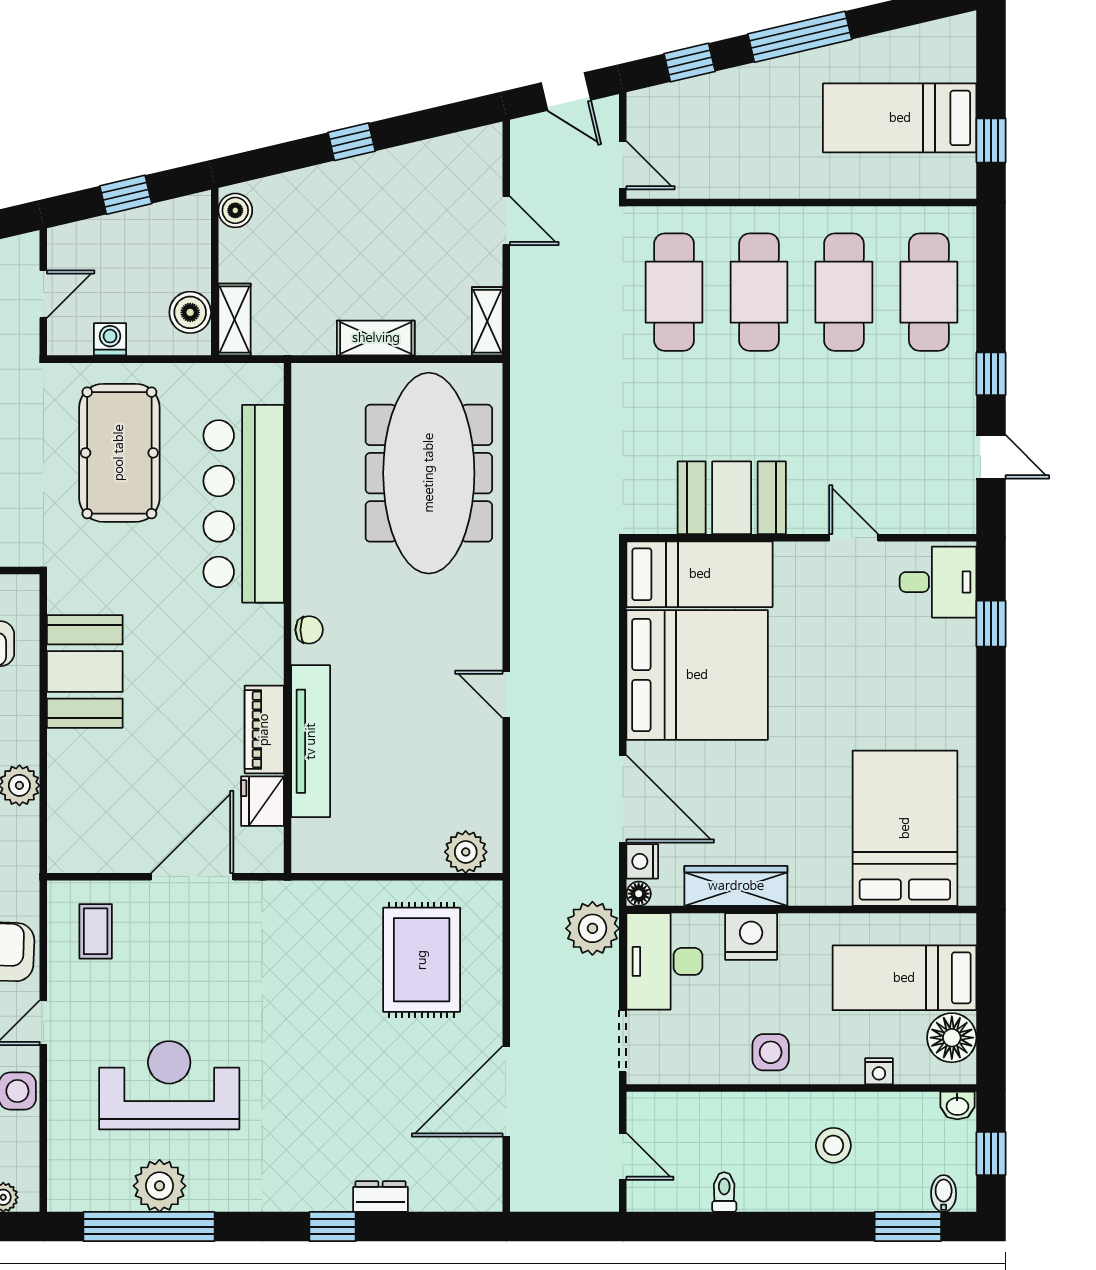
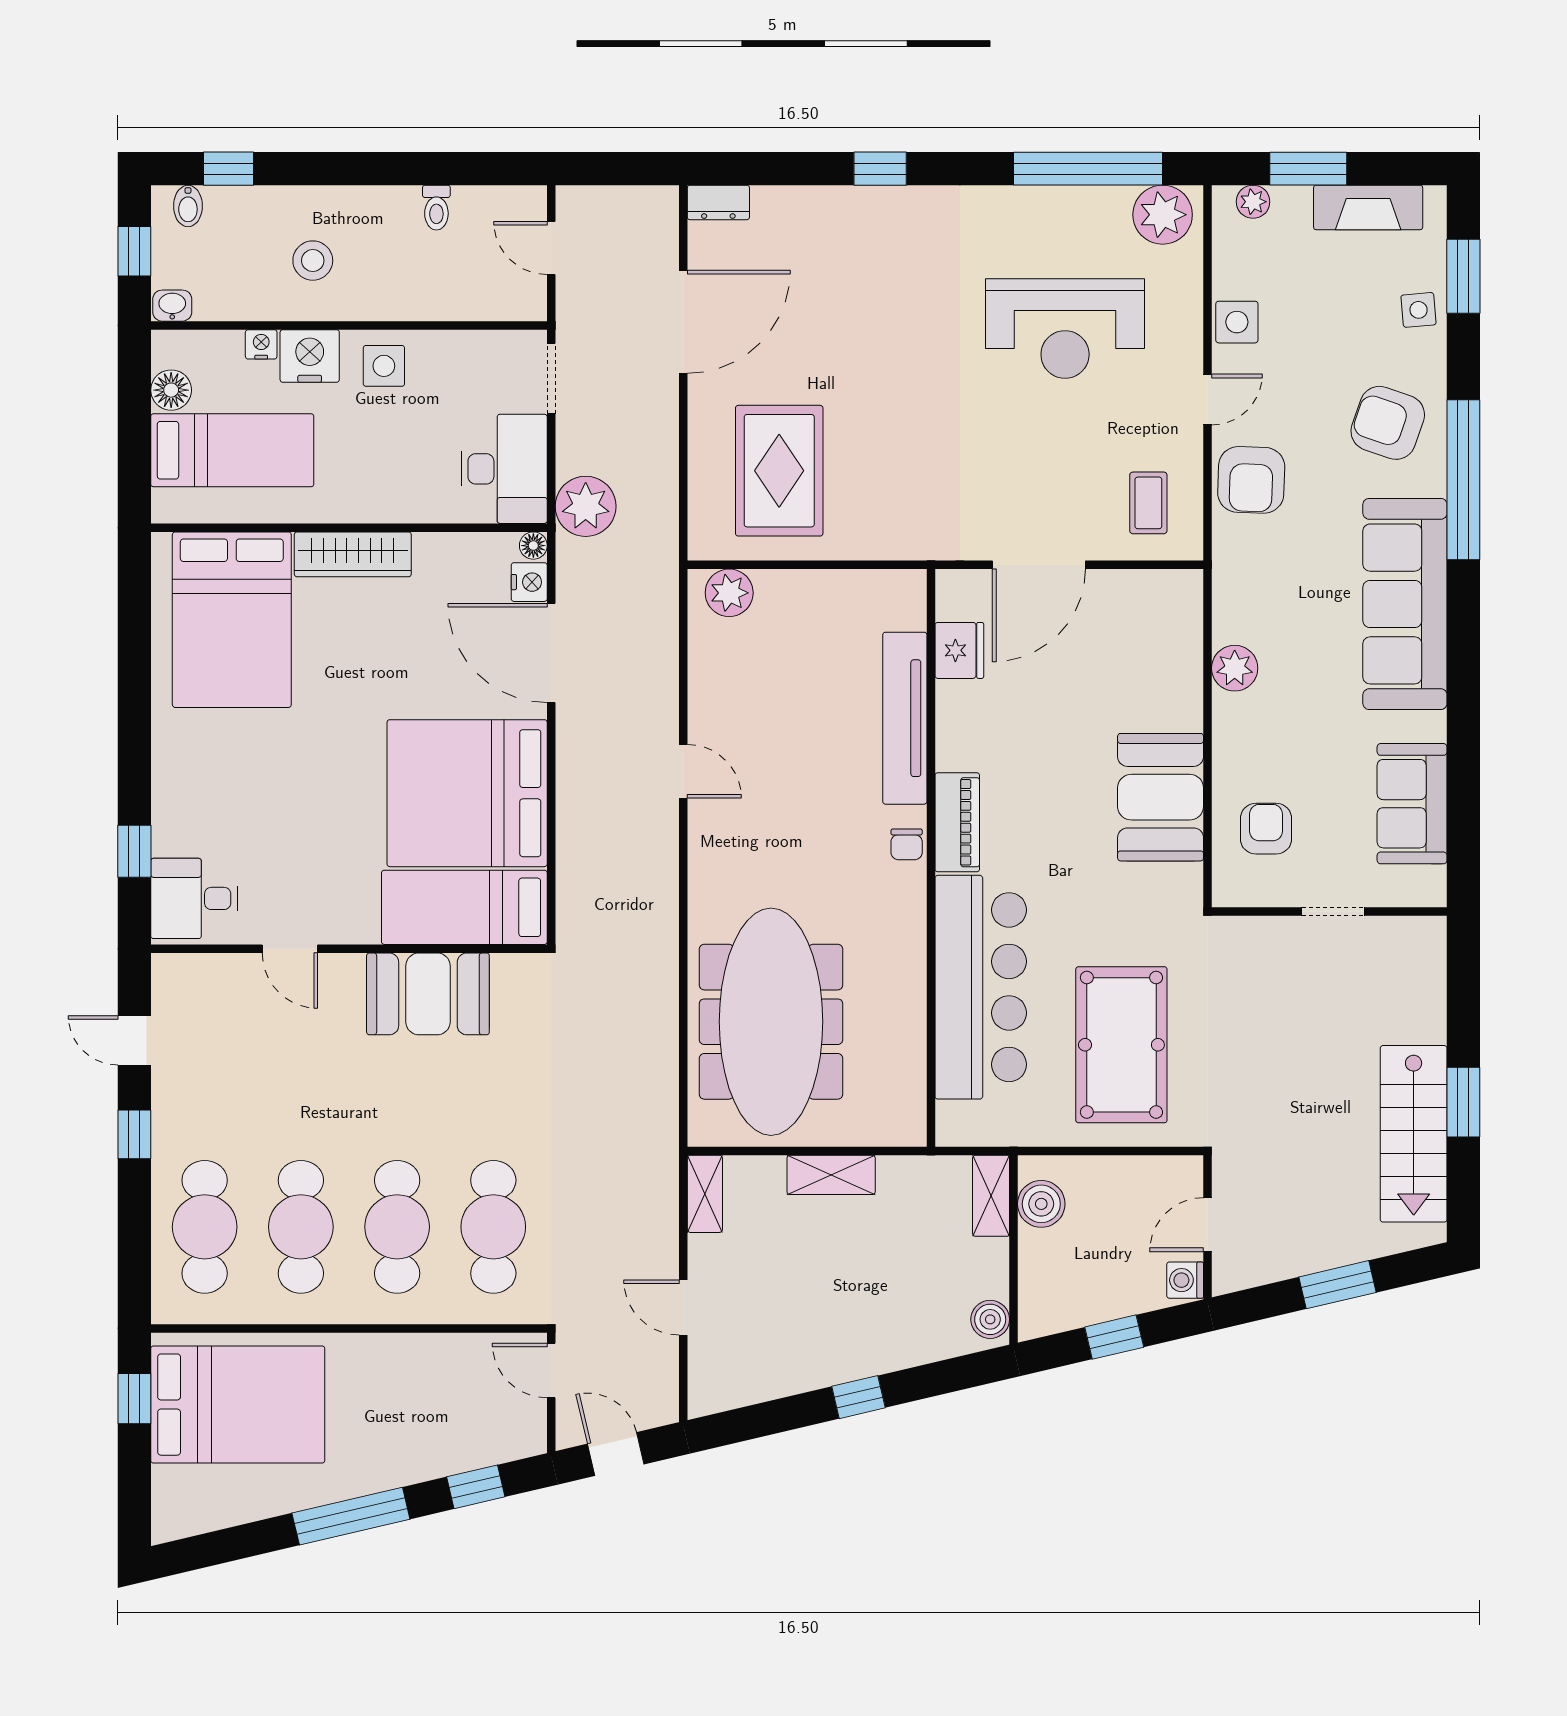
bed: (900, 118) -> (238, 1405), width x1.50
washing machine: (110, 339) -> (1185, 1280), moved, turned 90
chair: (309, 630) -> (907, 844), turned -90
piano: (264, 730) -> (957, 822), moved
wardrobe: (736, 886) -> (353, 554), moved
nightstand: (751, 936) -> (310, 356), moved, turned 180
floor lamp: (952, 1038) -> (171, 390), width x0.73, depth x0.73
plant: (160, 1186) -> (1163, 215), moved
dresser: (381, 1197) -> (718, 202), moved
window: (908, 1227) -> (228, 169), width x0.67

